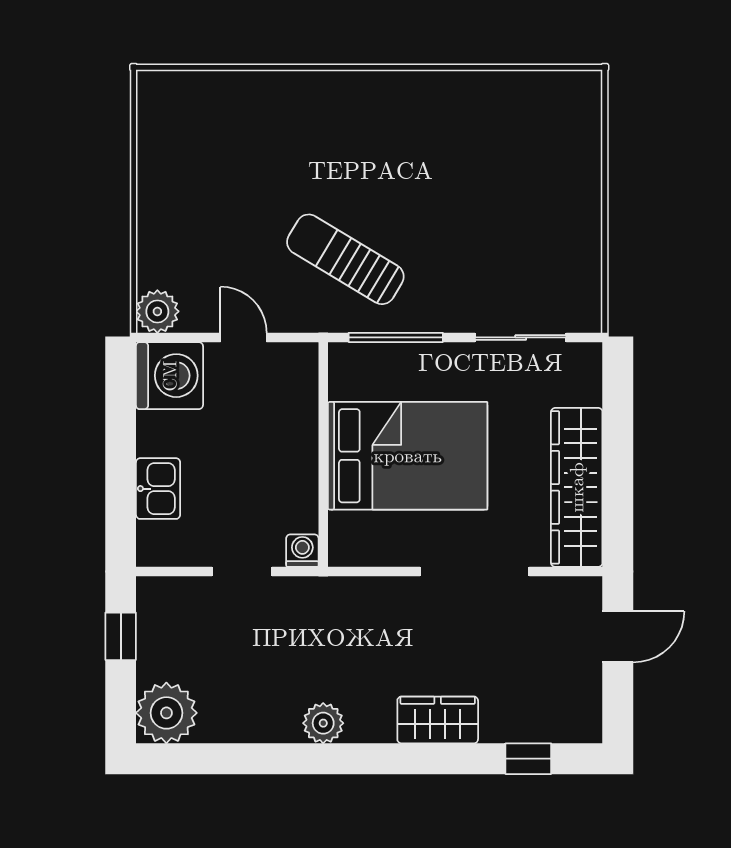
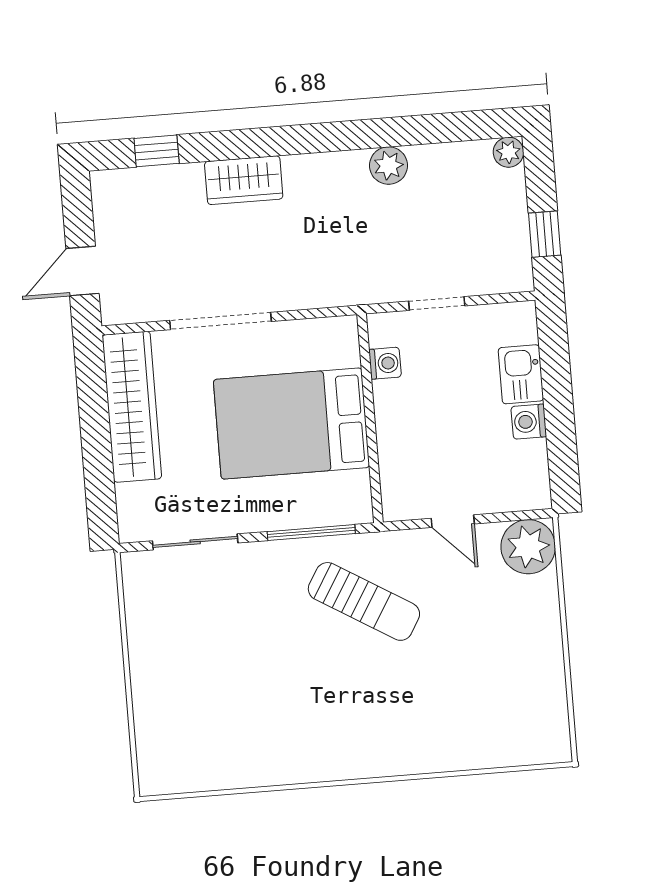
plant: (157, 311) -> (528, 547), width x1.36, depth x1.36
washing machine: (170, 376) -> (529, 422), moved, width x0.53, depth x0.53
washing machine: (302, 551) -> (385, 363), moved, turned -90
plant: (166, 713) -> (508, 152), width x0.53, depth x0.53
plant: (323, 723) -> (389, 166), moved

